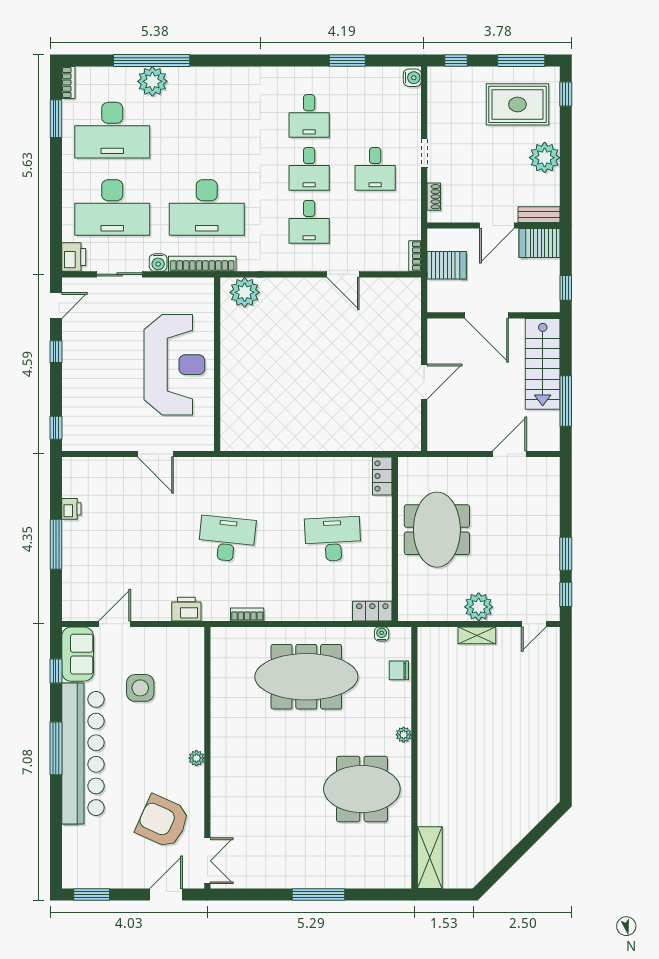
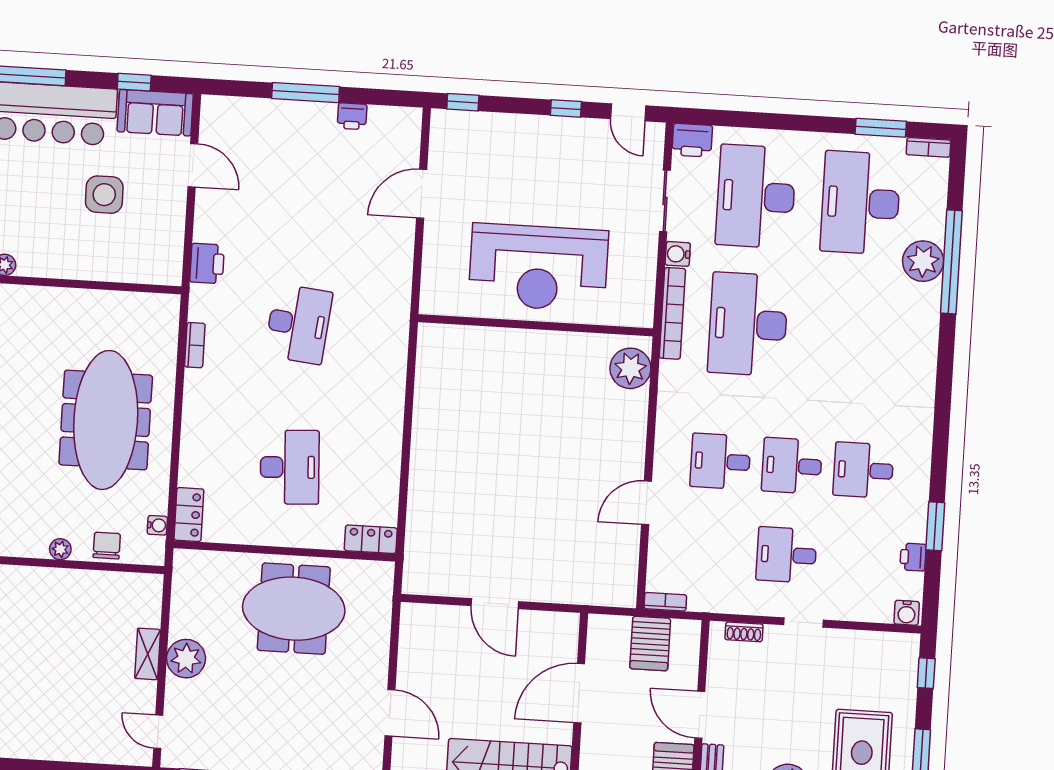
printer: (371, 75) -> (913, 557), added
door: (155, 454) -> (422, 194), moved
plant: (404, 735) -> (60, 549), moved

